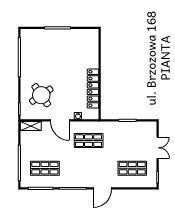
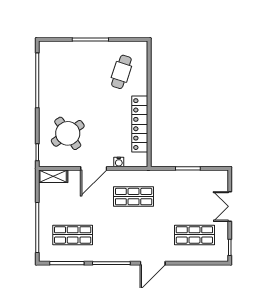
cafe table: (80, 51) -> (121, 72), added
door: (60, 120) -> (94, 168), hinge flipped
double door: (158, 148) -> (230, 206), swing flipped

